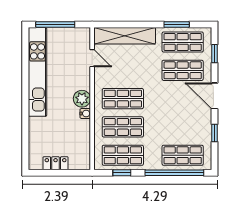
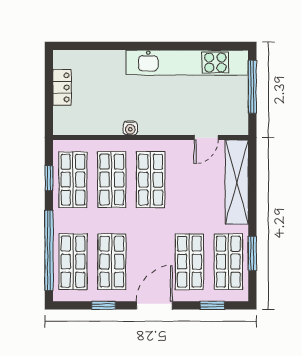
plant: (82, 99) -> (151, 123), removed
shop shelf: (183, 127) -> (112, 262), added

